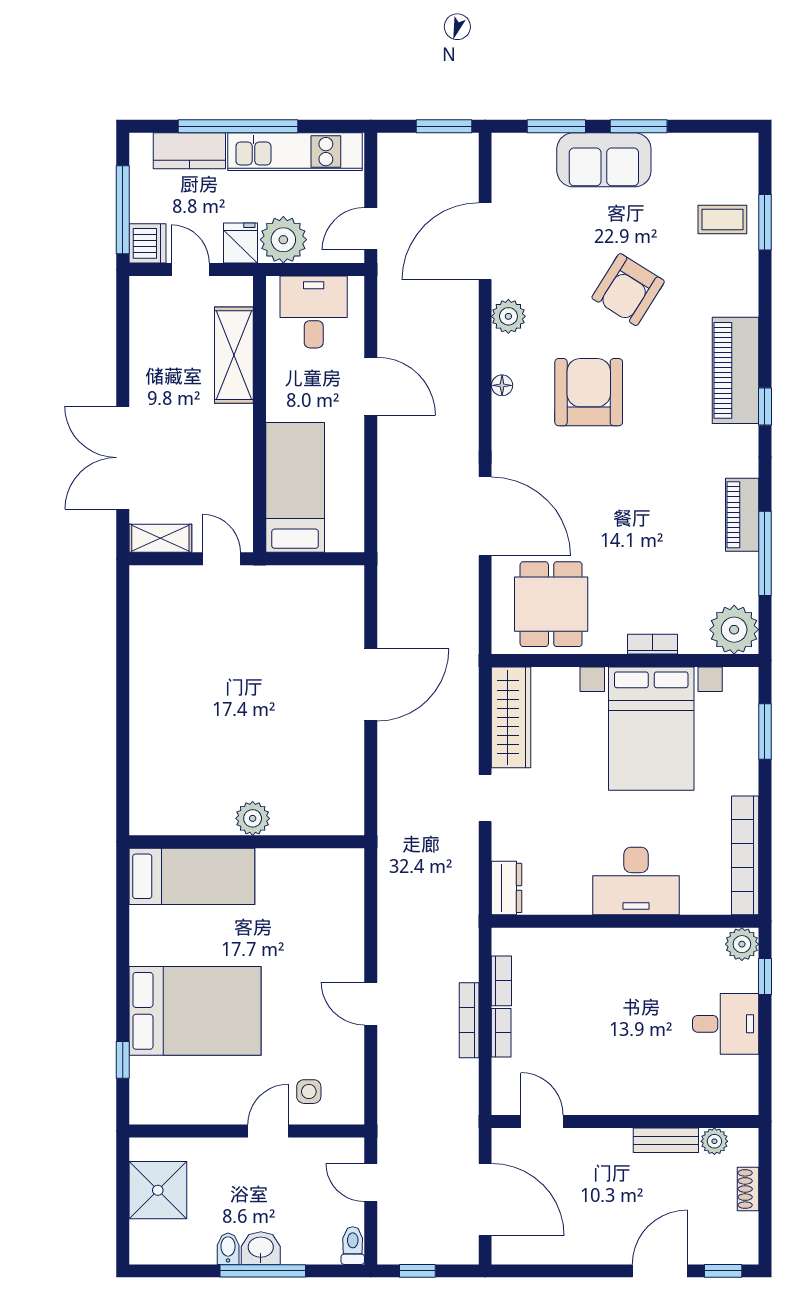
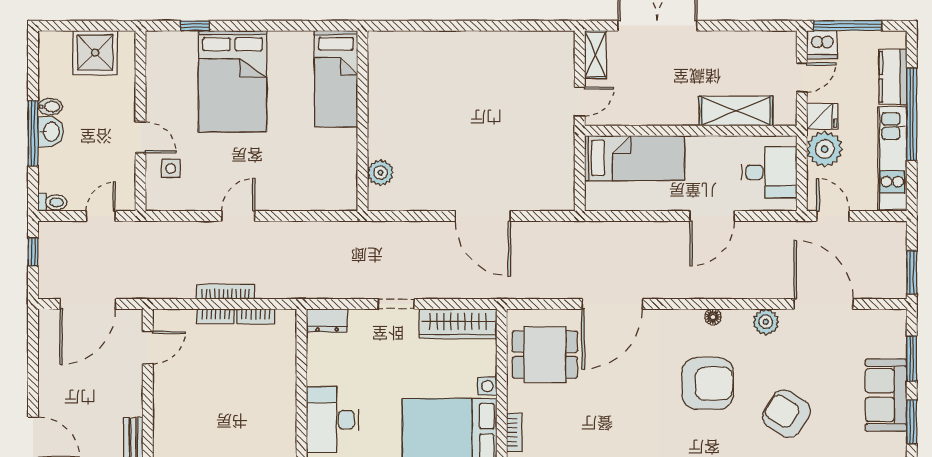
plant: (253, 818) -> (380, 173), moved

